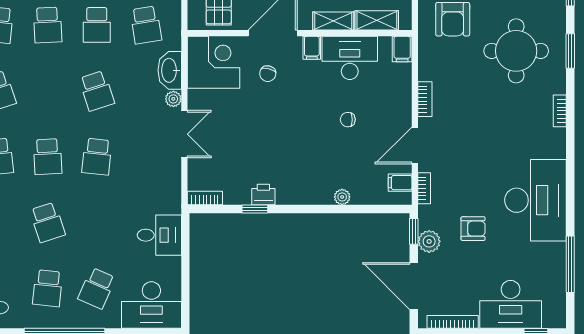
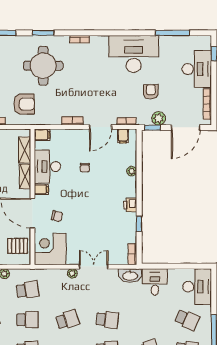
washbasin: (170, 70) -> (130, 276), moved
door: (415, 146) -> (101, 127), hinge flipped
printer: (263, 195) -> (130, 205), moved

